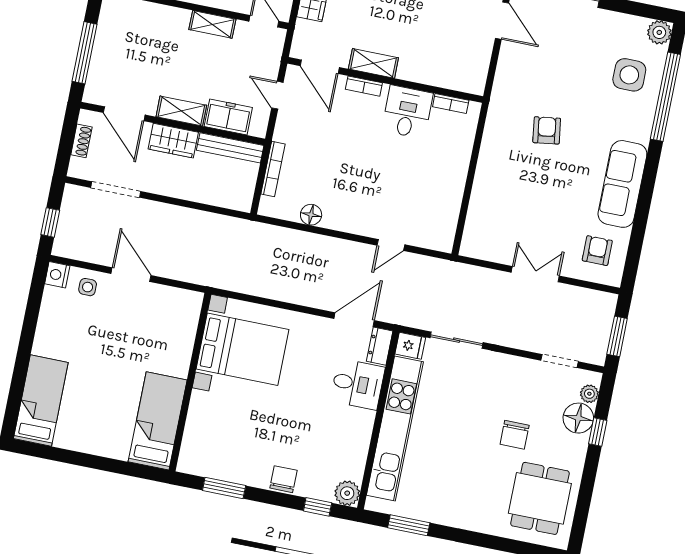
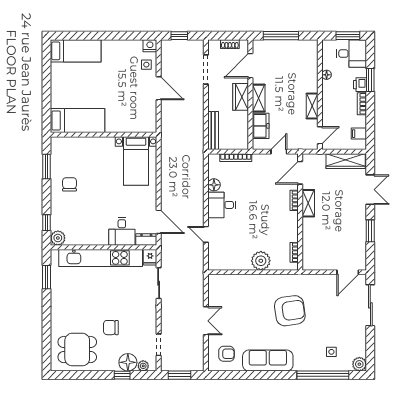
side table: (629, 75) -> (331, 352), width x0.54, depth x0.54
desk: (407, 112) -> (222, 205), moved, turned 180
armchair: (547, 130) -> (290, 311), width x1.88, depth x1.88
bench: (230, 148) -> (213, 131), moved
plant: (454, 162) -> (261, 261), added
door: (131, 275) -> (159, 88), hinge flipped
bed with nightstands: (242, 349) -> (136, 161), width x0.73
chair: (283, 479) -> (70, 184), moved, turned -90

